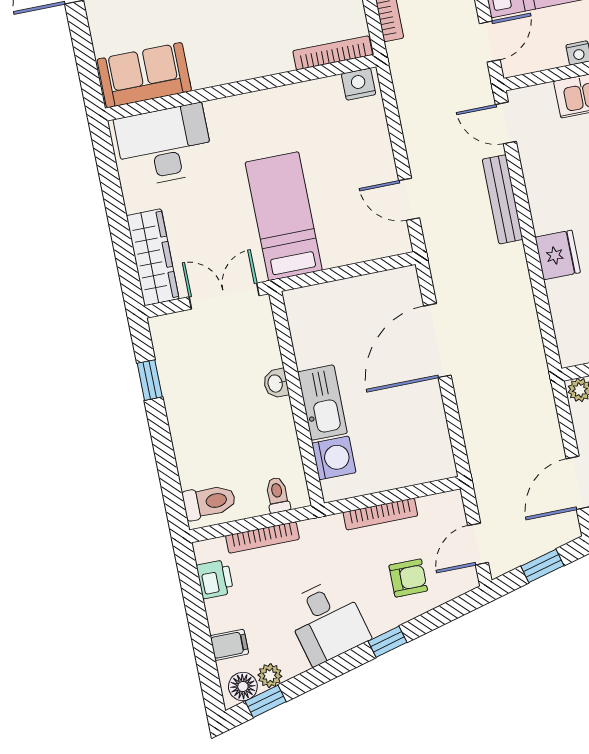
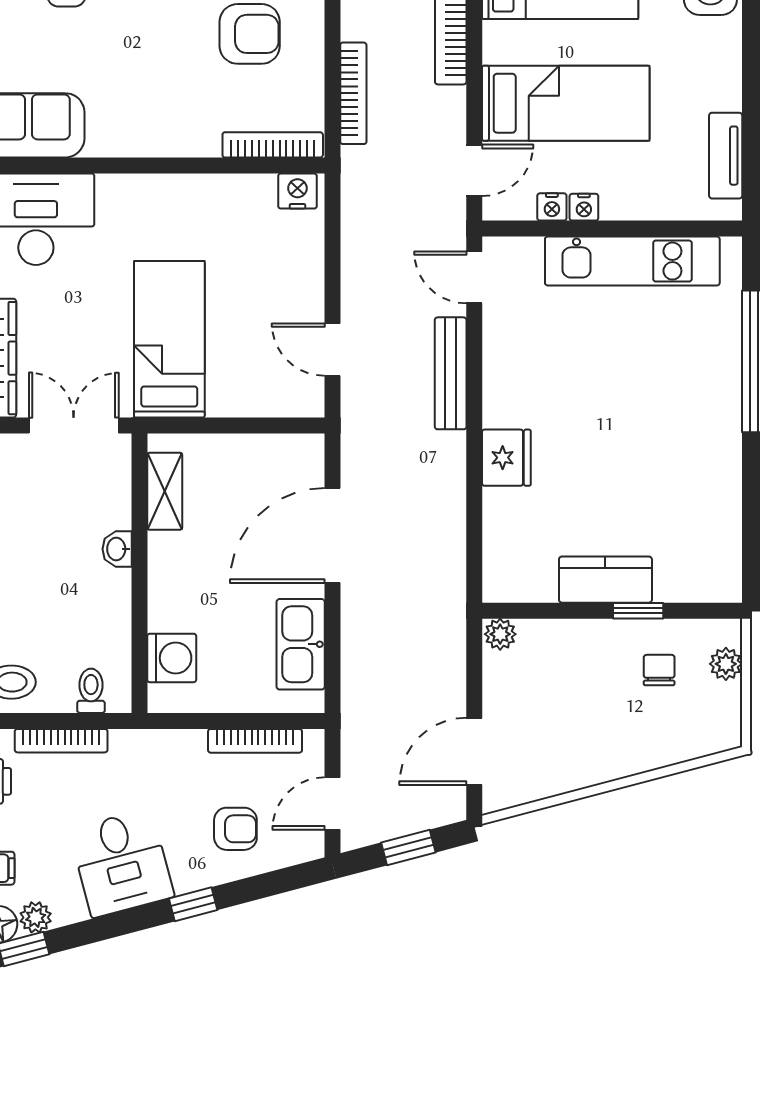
nightstand: (554, 58) -> (552, 207), added
shelving: (303, 332) -> (165, 491), added
kitchen sink: (322, 403) -> (301, 644), moved, turned 180
bookcase: (380, 514) -> (255, 741), moved

